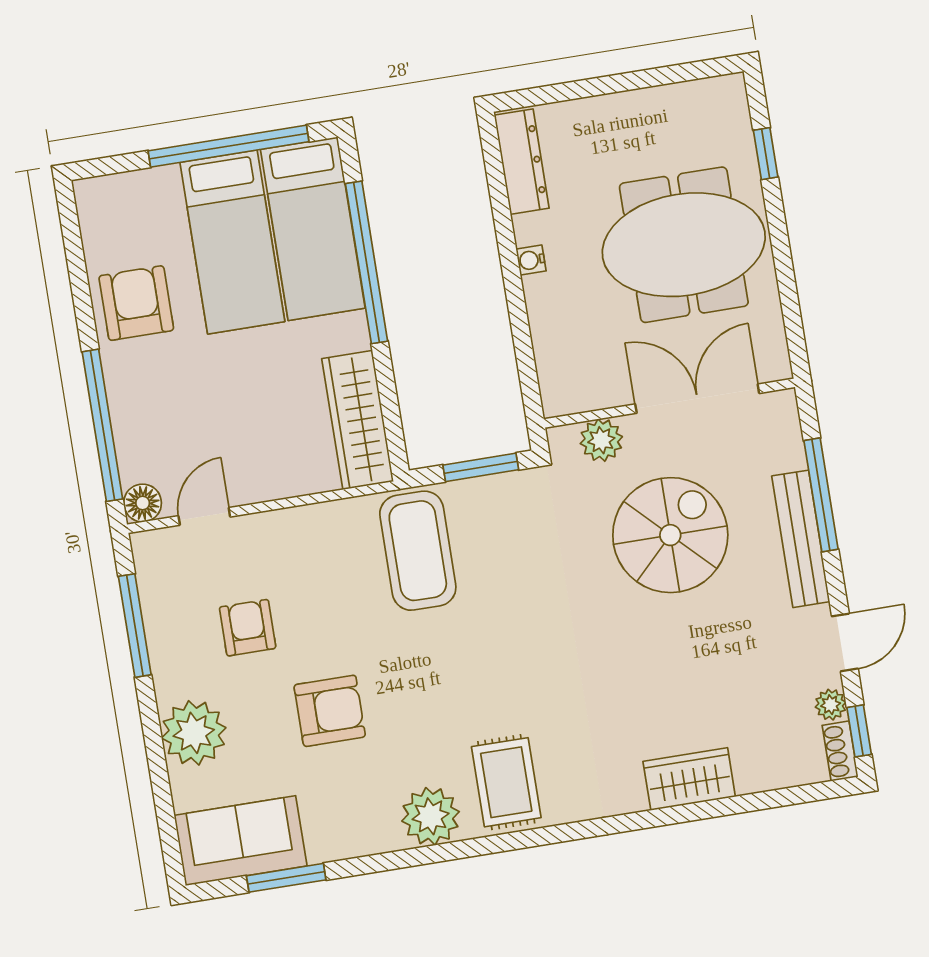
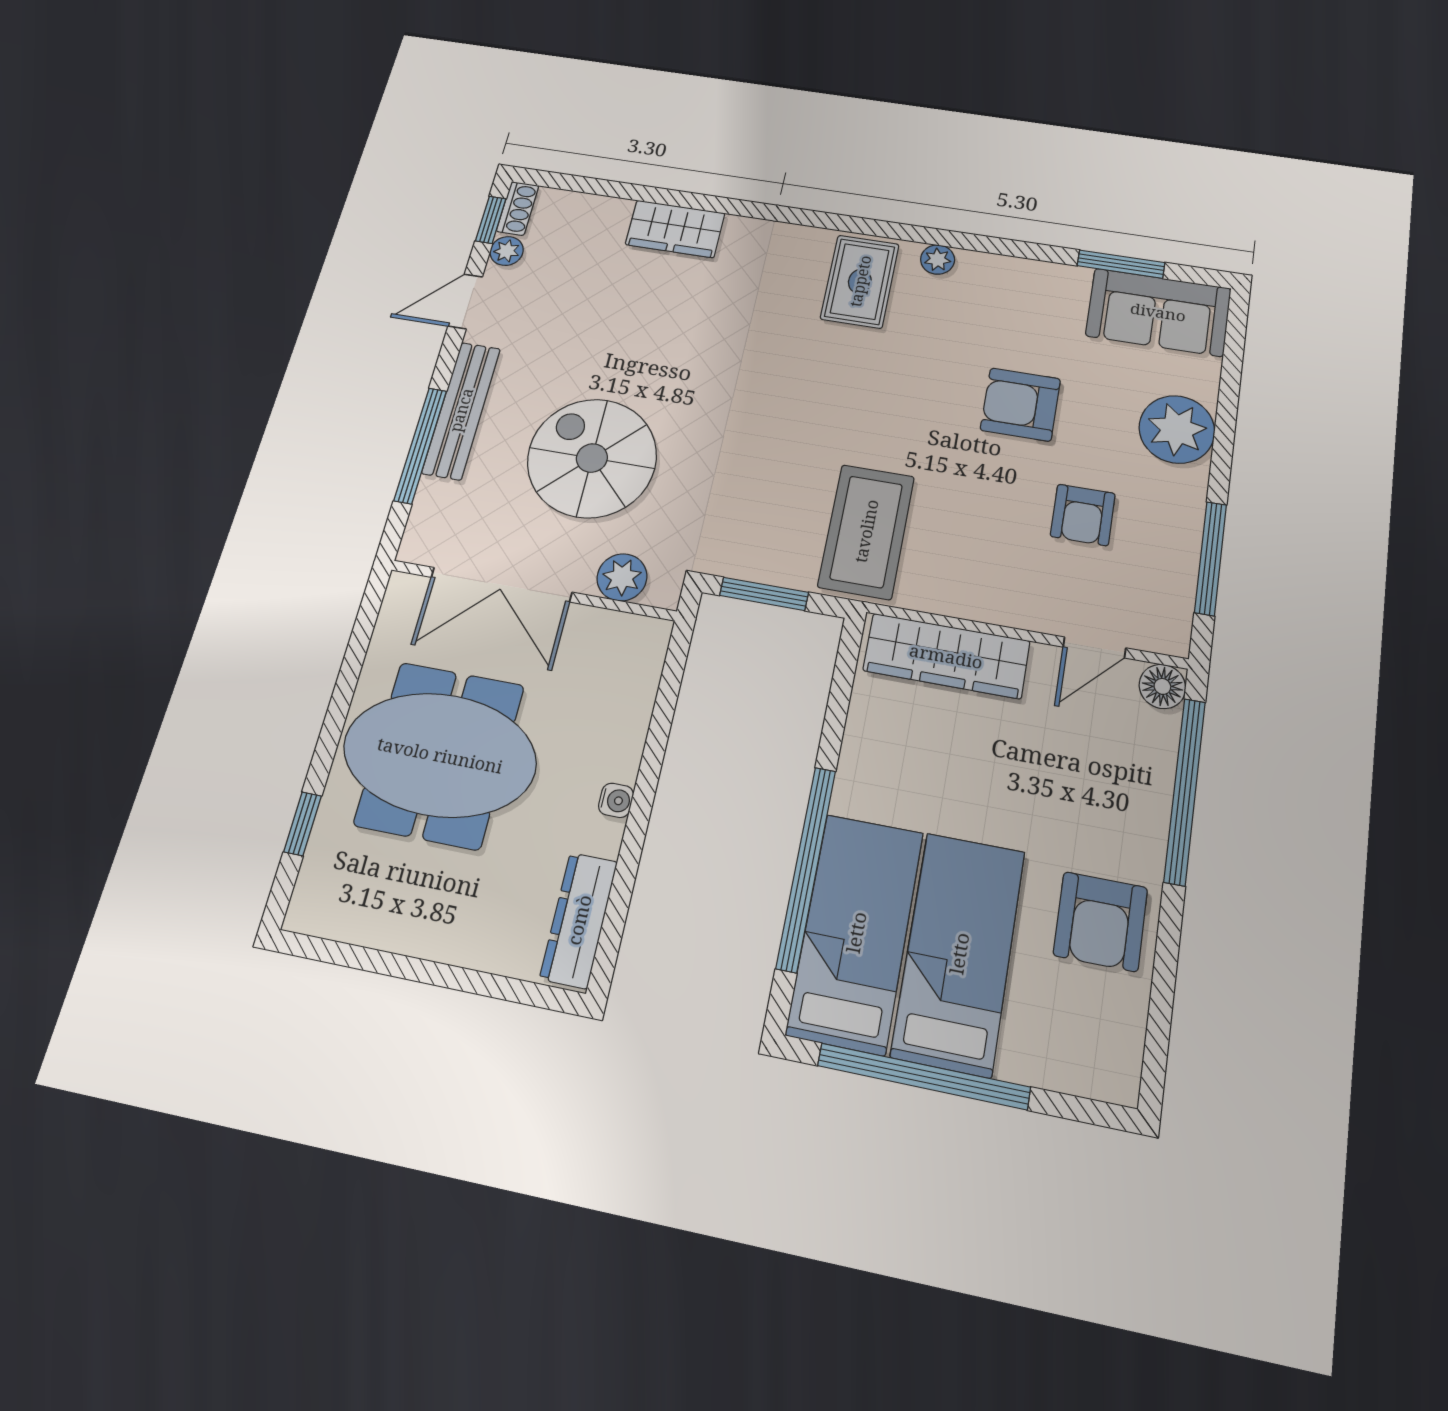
wardrobe: (358, 420) -> (946, 656), moved, turned 90
spiral stairs: (670, 535) -> (592, 458), turned 90
plant: (431, 816) -> (938, 260), width x0.53, depth x0.53

